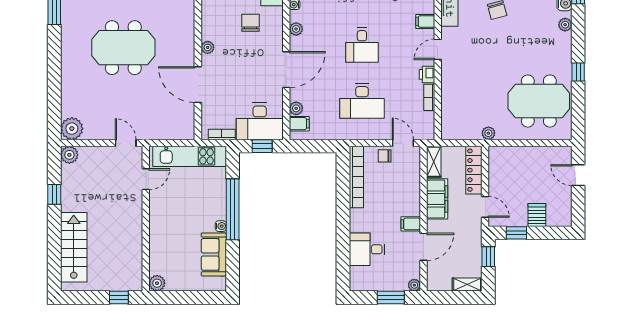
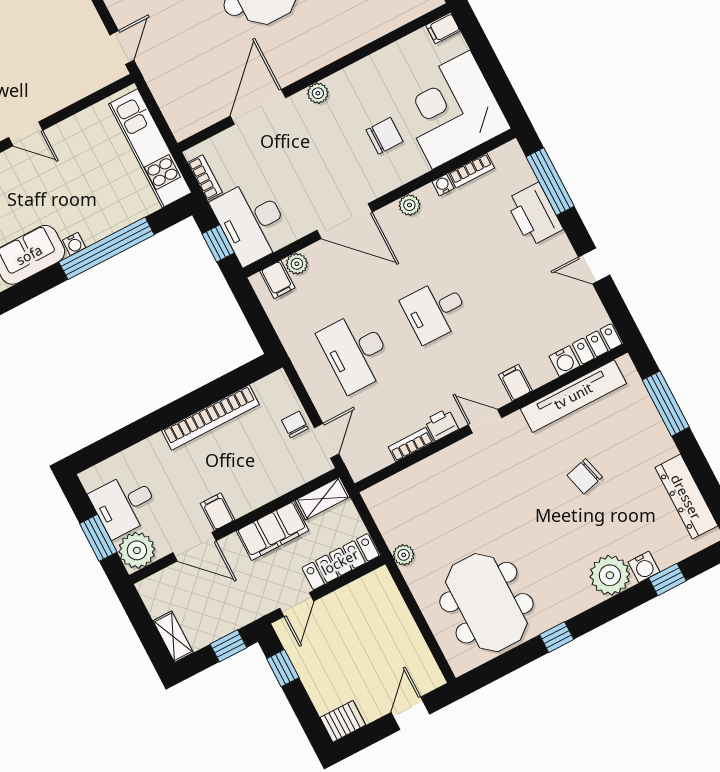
plant: (565, 25) -> (610, 575), width x1.87, depth x1.87
bookcase: (356, 177) -> (210, 417), moved
door: (146, 179) -> (26, 134), moved
server rack: (537, 215) -> (343, 721), moved
desk: (367, 249) -> (124, 504), moved, turned -90
plant: (414, 285) -> (137, 550), width x1.88, depth x1.88

